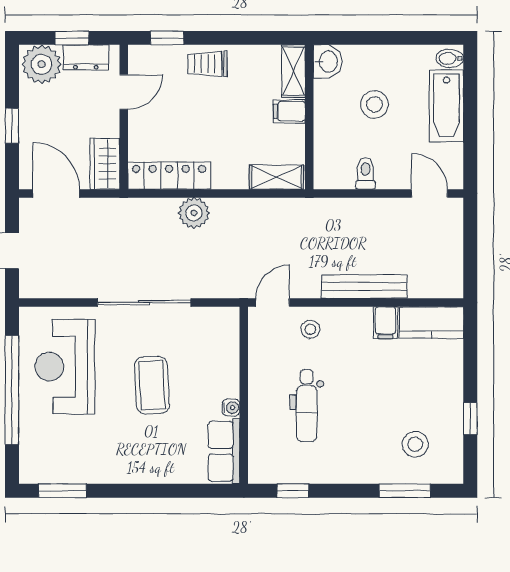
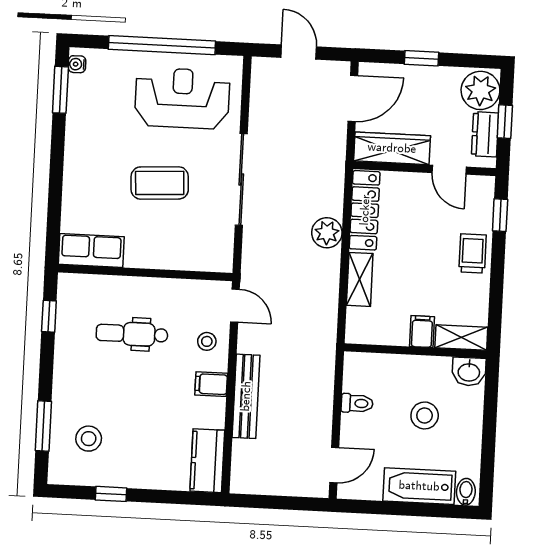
wardrobe: (105, 164) -> (392, 148), width x1.50
shelving: (276, 177) -> (360, 279), moved
filing cabinet: (385, 323) -> (211, 384), moved
water cooler: (231, 408) -> (77, 64), moved, turned 90

